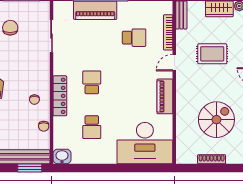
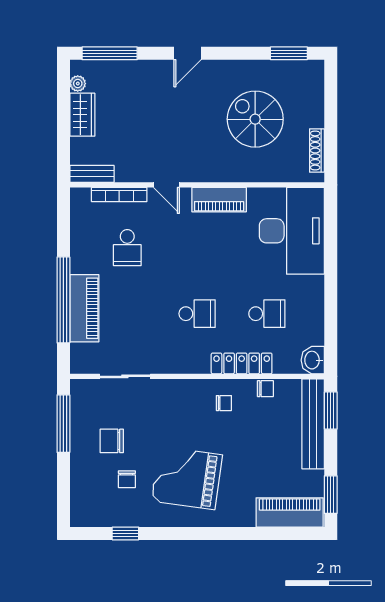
school desk: (134, 38) -> (127, 248), turned 180
rug: (212, 54) -> (152, 126), removed
school desk: (92, 82) -> (197, 314), turned 180
locker: (60, 96) -> (242, 363), moved
shoe rack: (212, 159) -> (317, 150), moved

